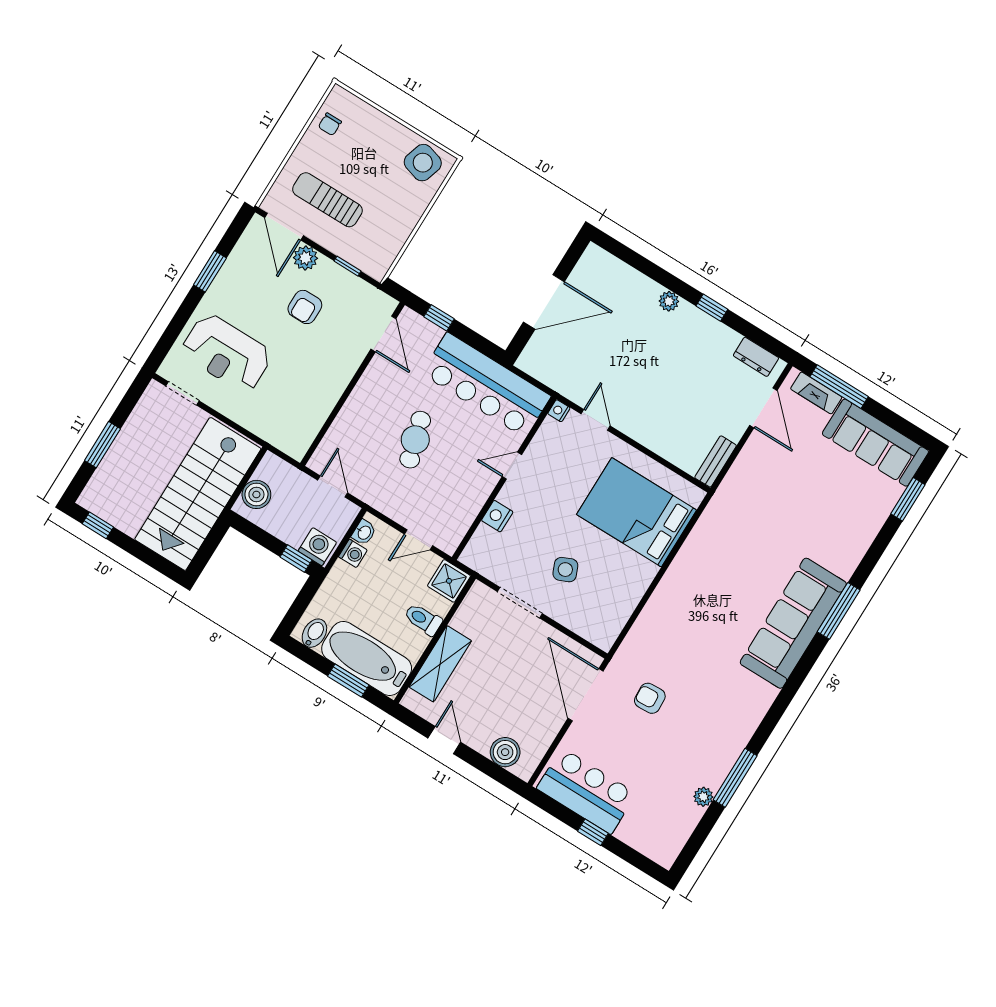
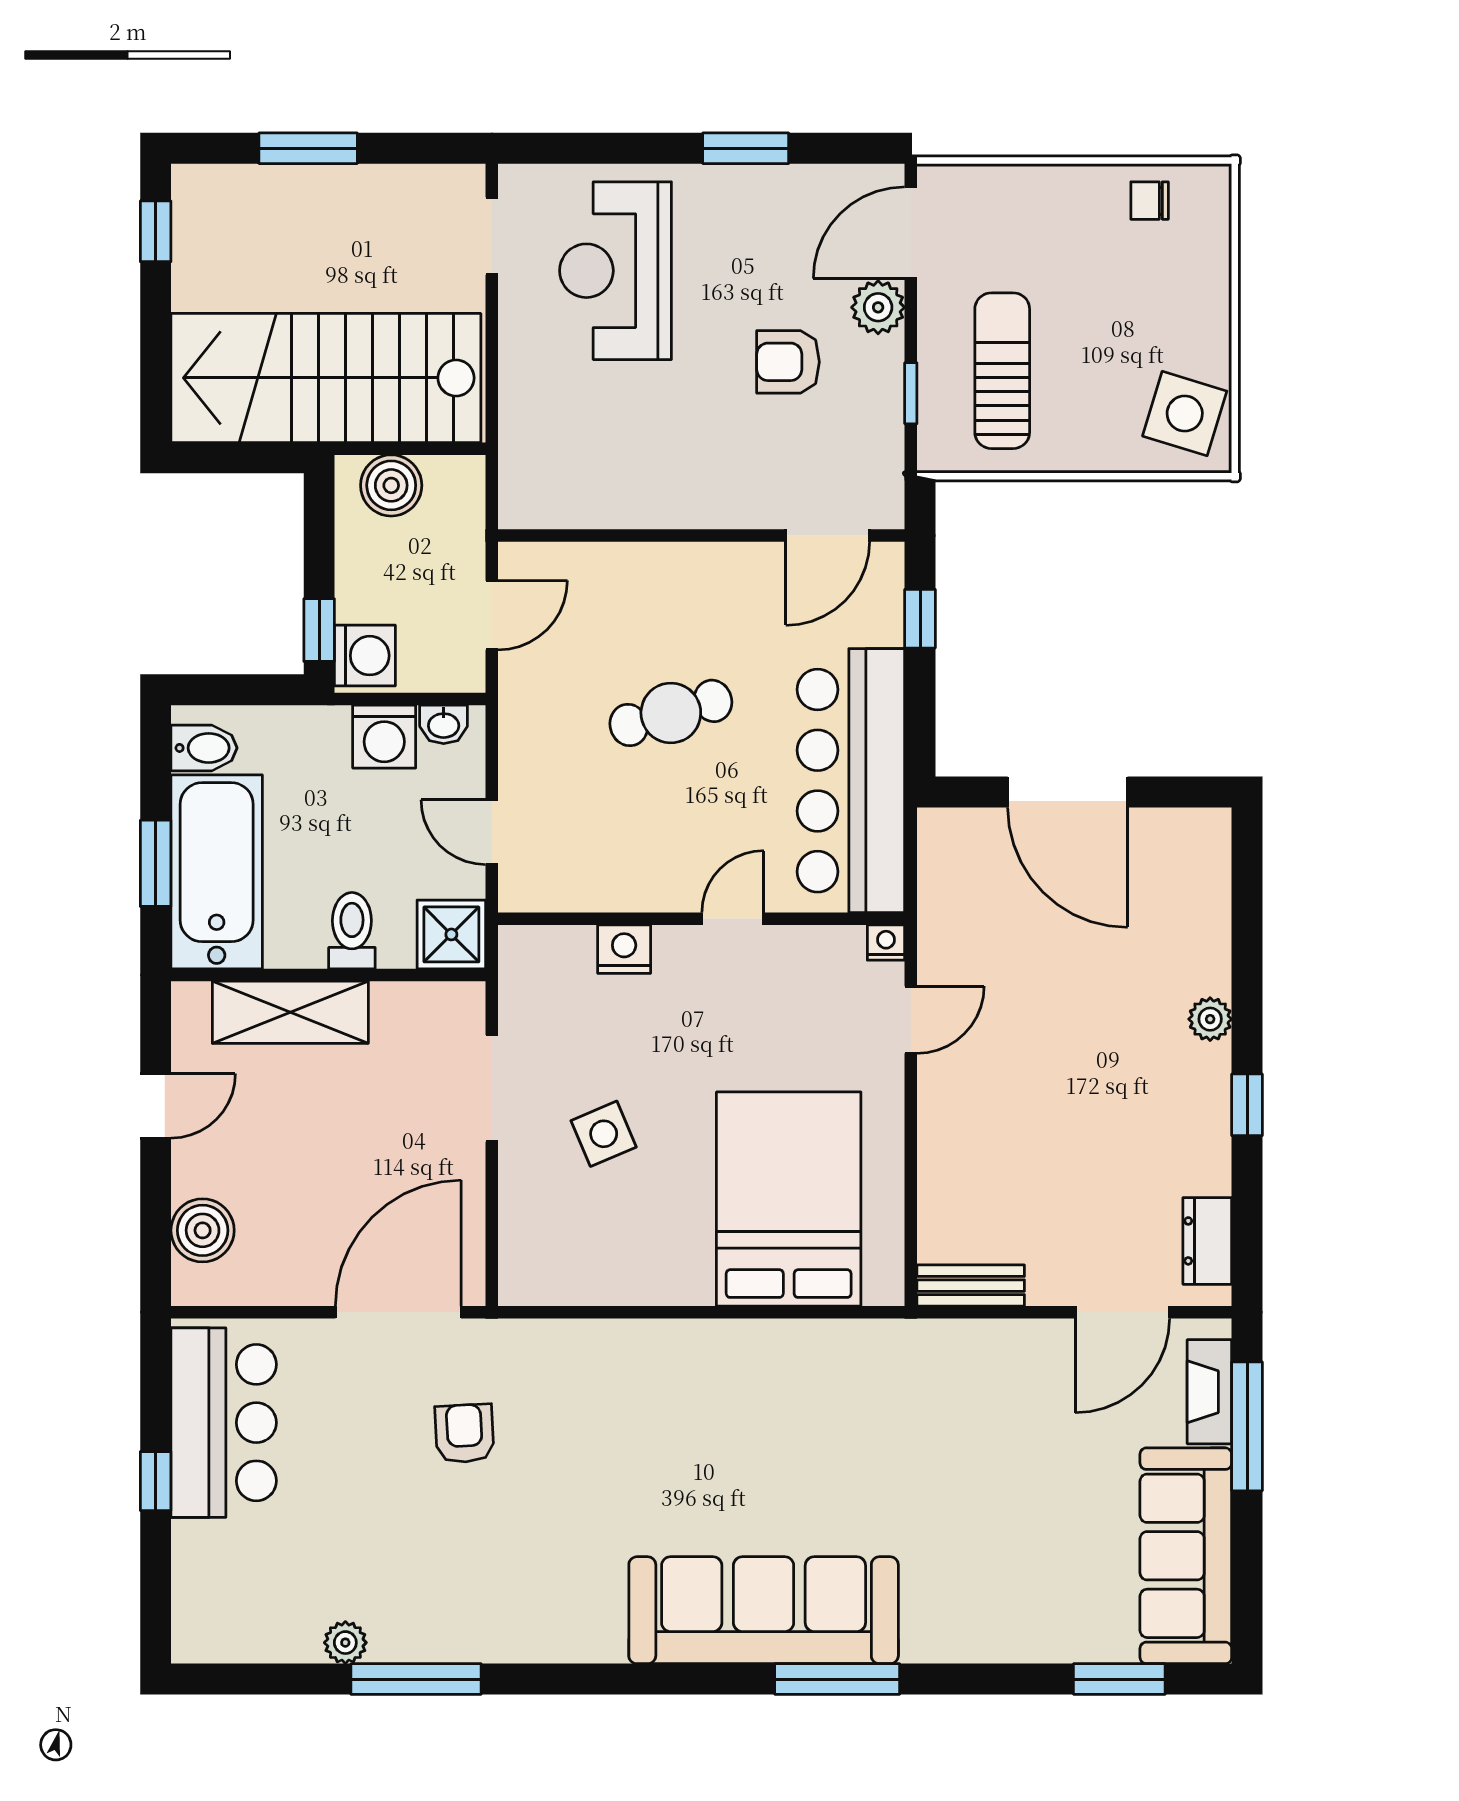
sun lounger: (327, 200) -> (1002, 371), moved
door: (512, 466) -> (733, 919), hinge flipped
washing machine: (353, 553) -> (384, 737), width x1.38, depth x1.38

